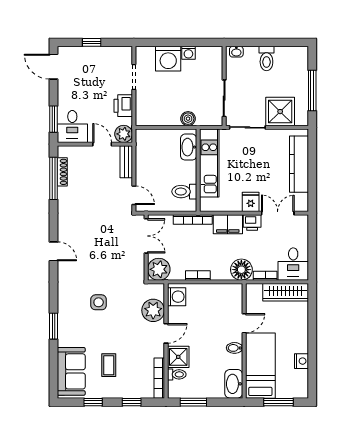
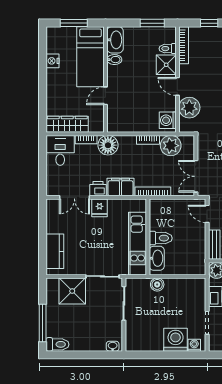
washing machine: (188, 53) -> (194, 345), moved
toilet: (266, 59) -> (58, 344), moved, turned 90
window: (312, 90) -> (43, 323), moved
kitchen counter: (299, 164) -> (55, 251), width x0.67
toilet: (184, 192) -> (161, 238), moved
plant: (159, 269) -> (171, 146), moved
door: (166, 333) -> (177, 86), hinge flipped
bidet: (234, 348) -> (114, 60), moved

